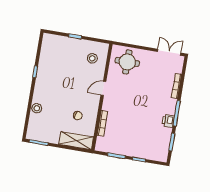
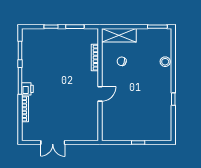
double door: (169, 52) -> (53, 143), moved
stool: (92, 58) -> (117, 123), removed
round table: (127, 62) -> (80, 125), removed
printer: (168, 121) -> (27, 89), moved

